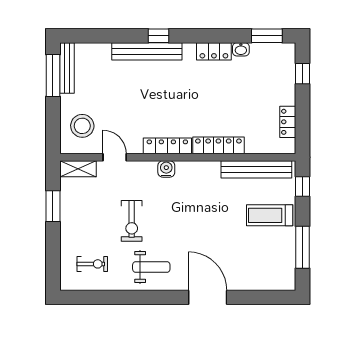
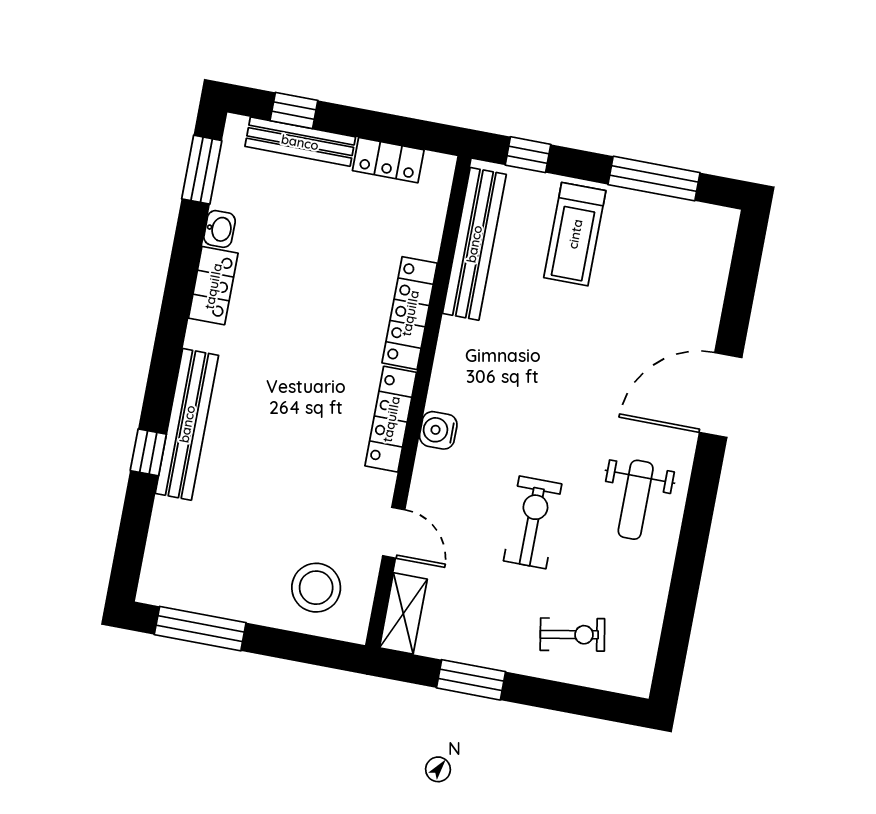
window: (158, 36) -> (148, 452), moved
bench: (67, 68) -> (300, 142), moved
door: (115, 157) -> (394, 533), swing flipped
exercise bike: (132, 221) -> (533, 522), turned -90
exercise bike: (92, 264) -> (572, 635), moved, turned 80
weight bench: (151, 267) -> (636, 500), turned 180

